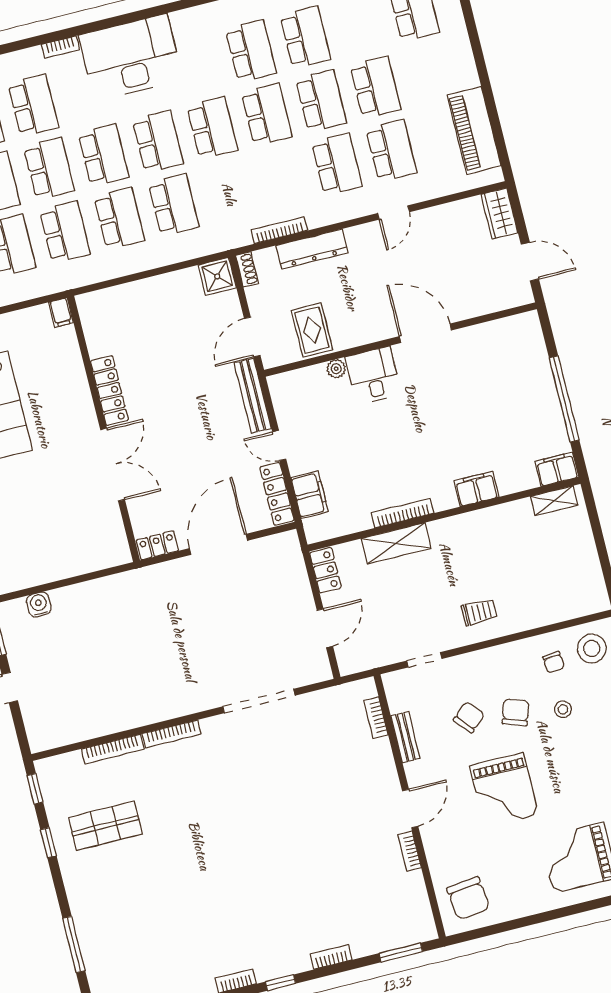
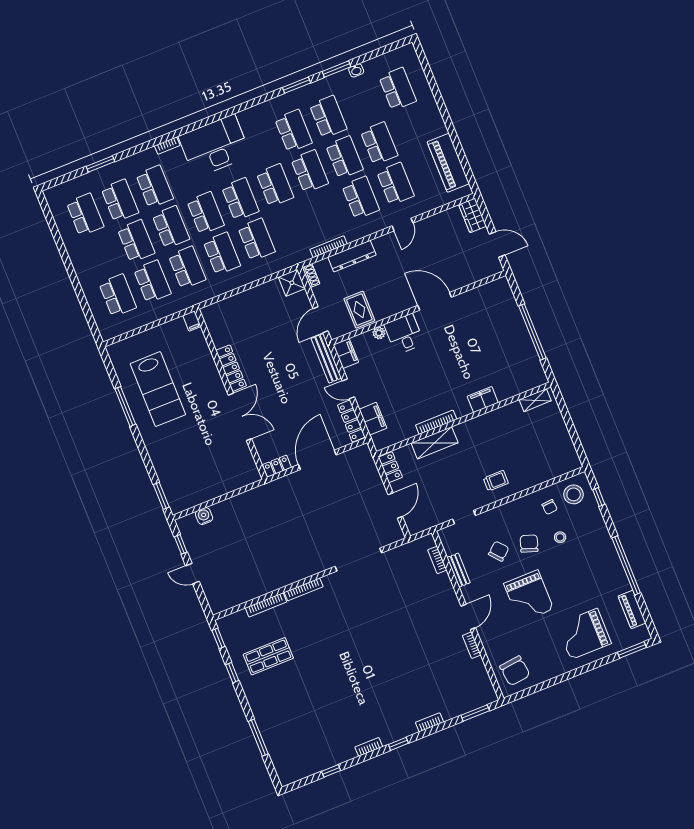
filing cabinet: (557, 469) -> (346, 353), moved, turned 90

